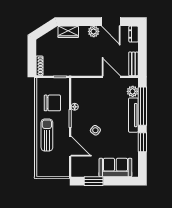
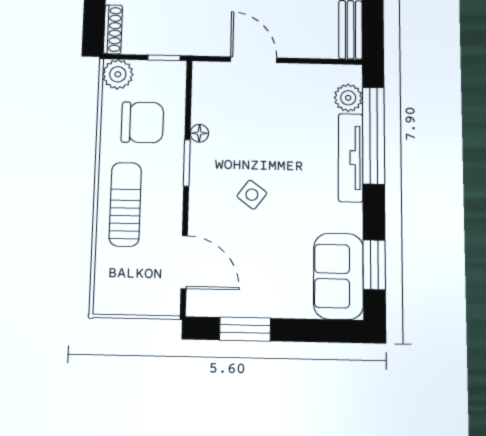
door: (111, 77) -> (254, 60), moved
plant: (42, 84) -> (118, 74), added
window: (142, 142) -> (374, 265), moved
door: (70, 146) -> (184, 262), moved
sofa: (115, 167) -> (338, 276), moved, turned -90

